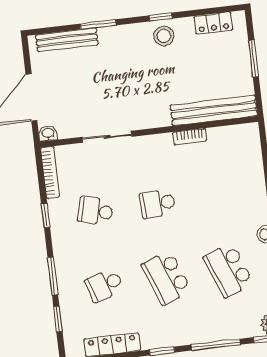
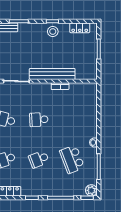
bench: (214, 110) -> (52, 74), moved
school desk: (166, 278) -> (39, 159), width x0.54

